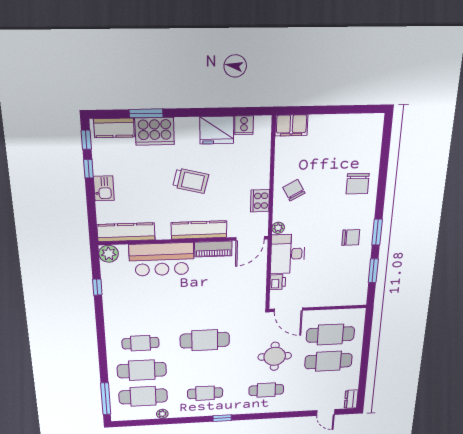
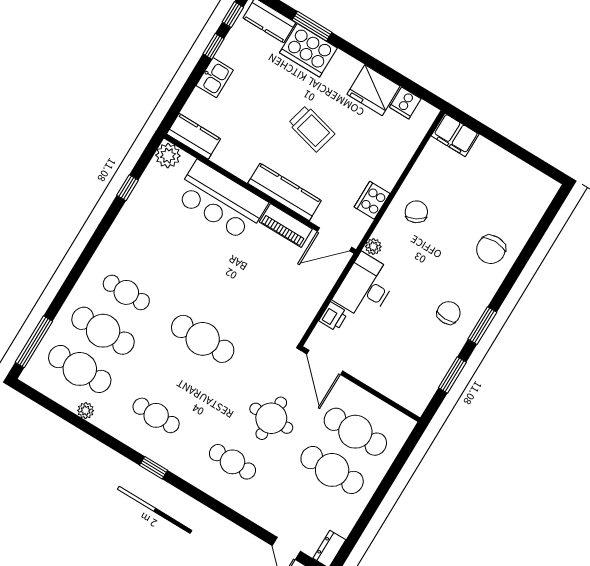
kitchen counter: (126, 232) -> (194, 136), width x0.67
chair: (351, 237) -> (449, 313), turned -90

